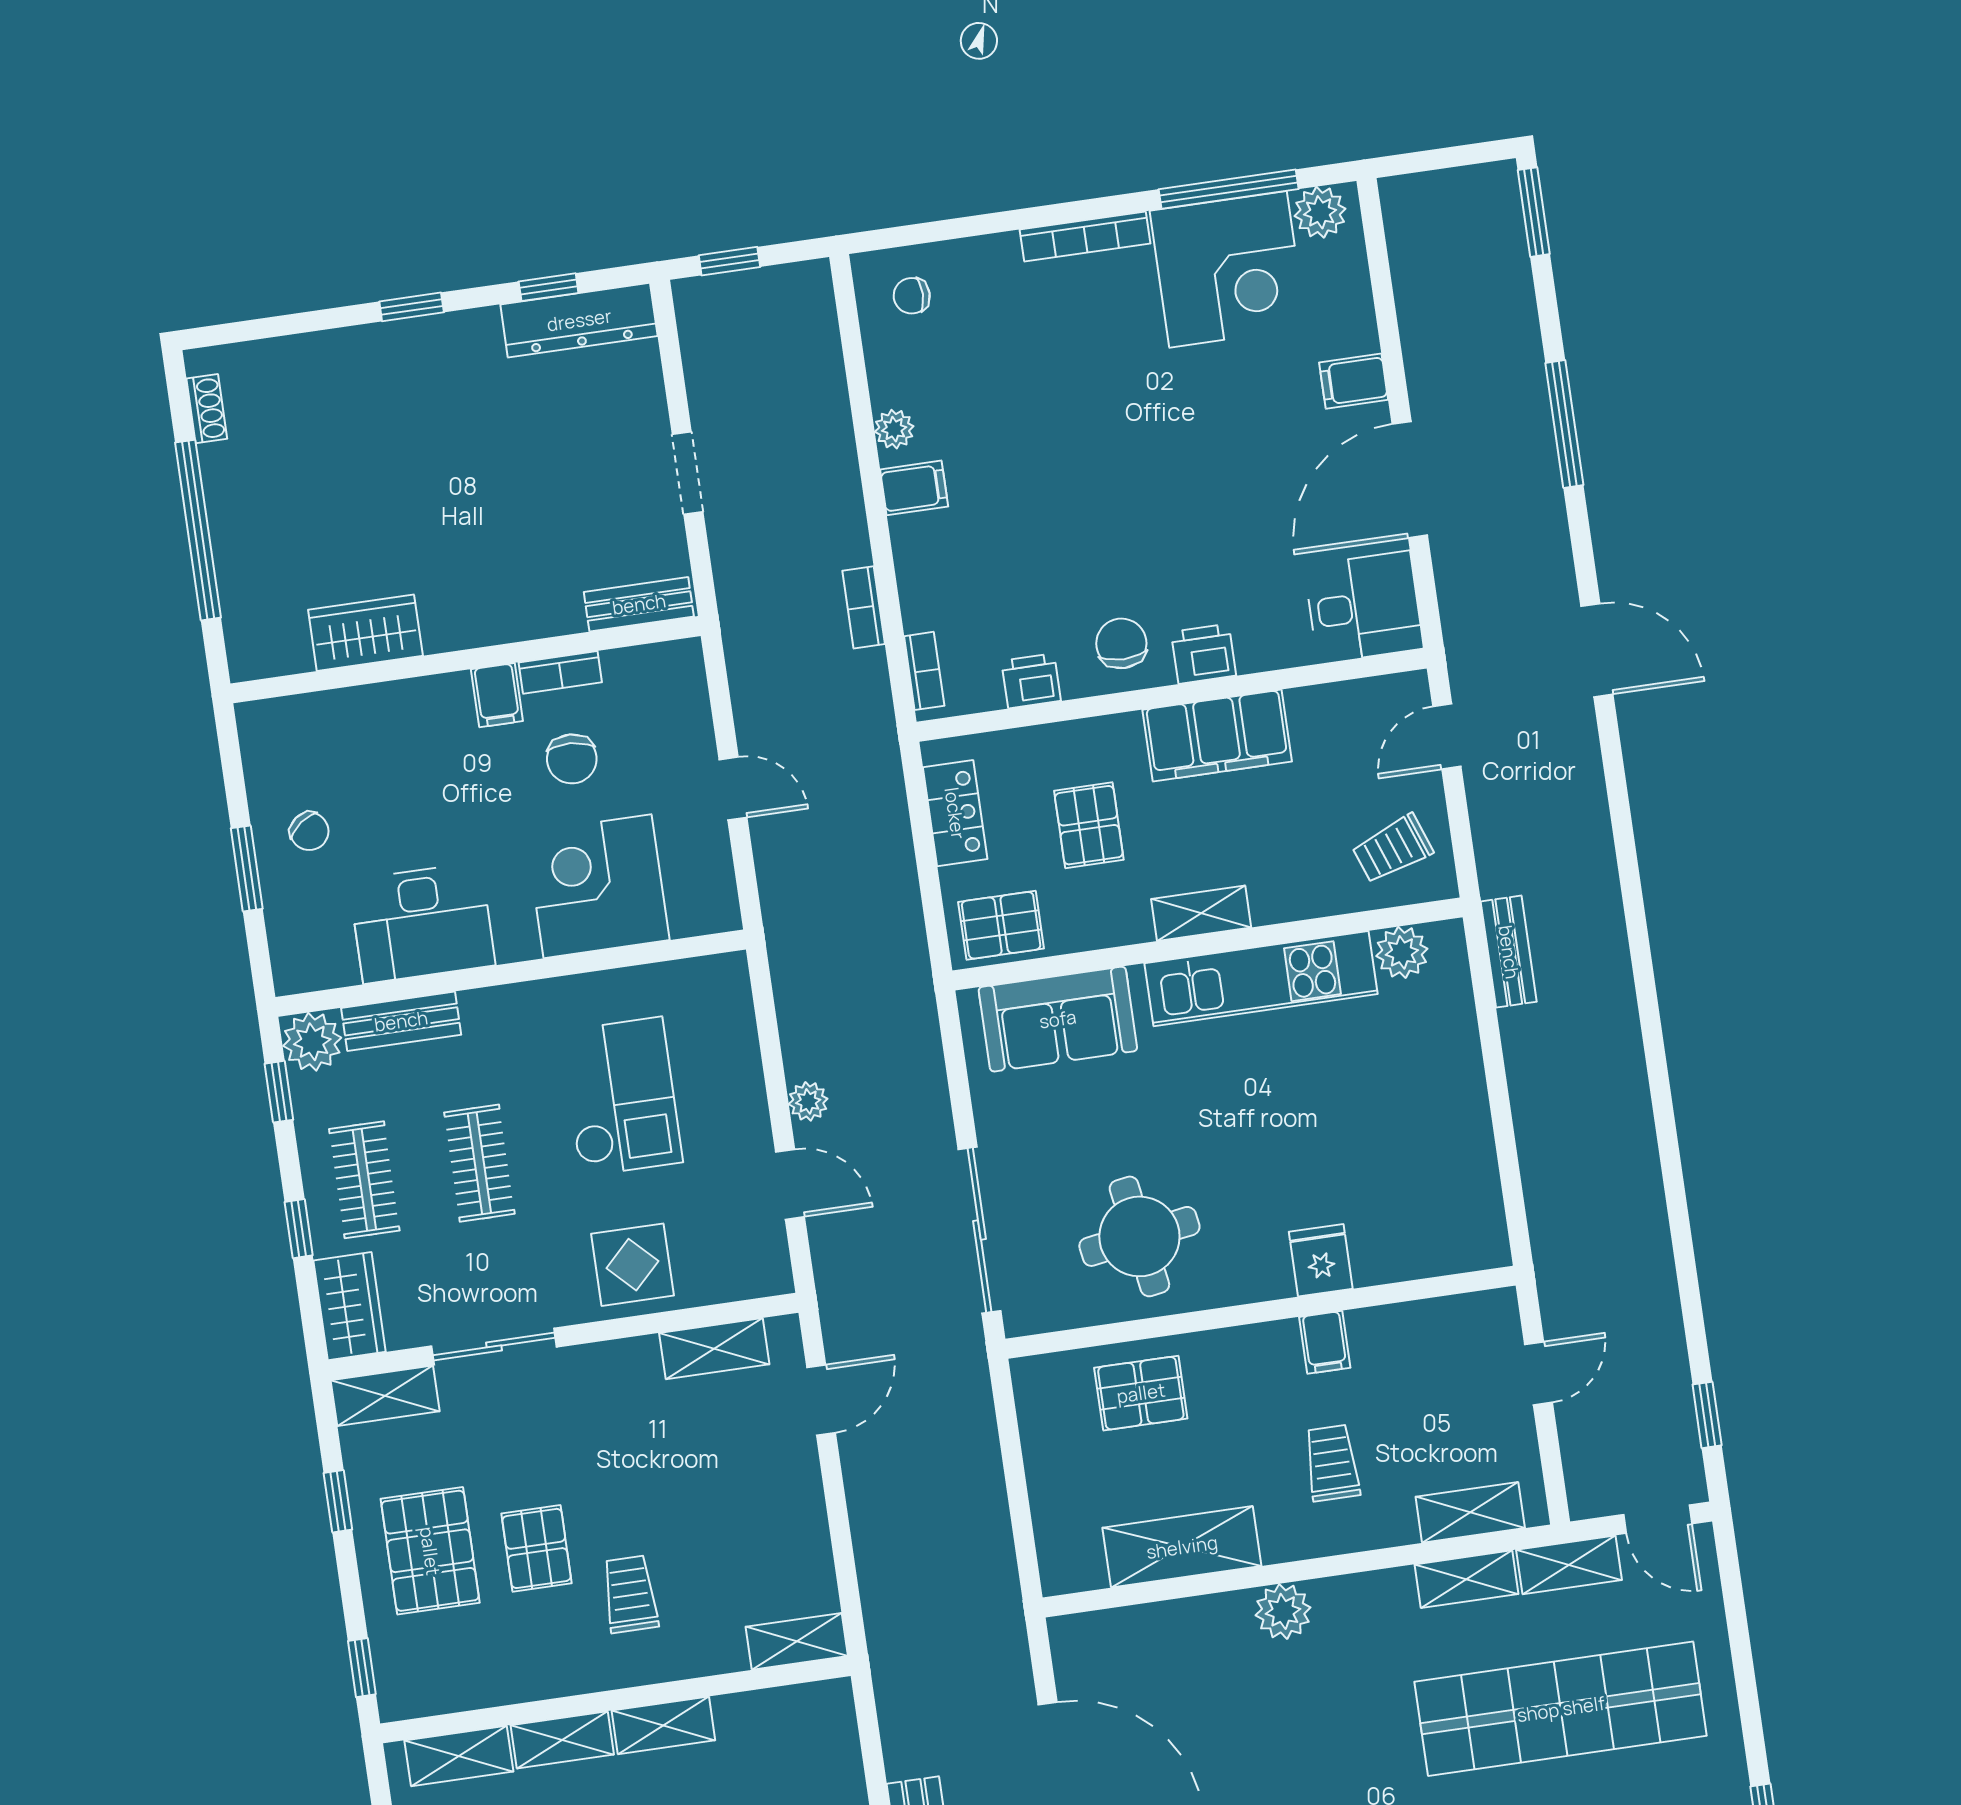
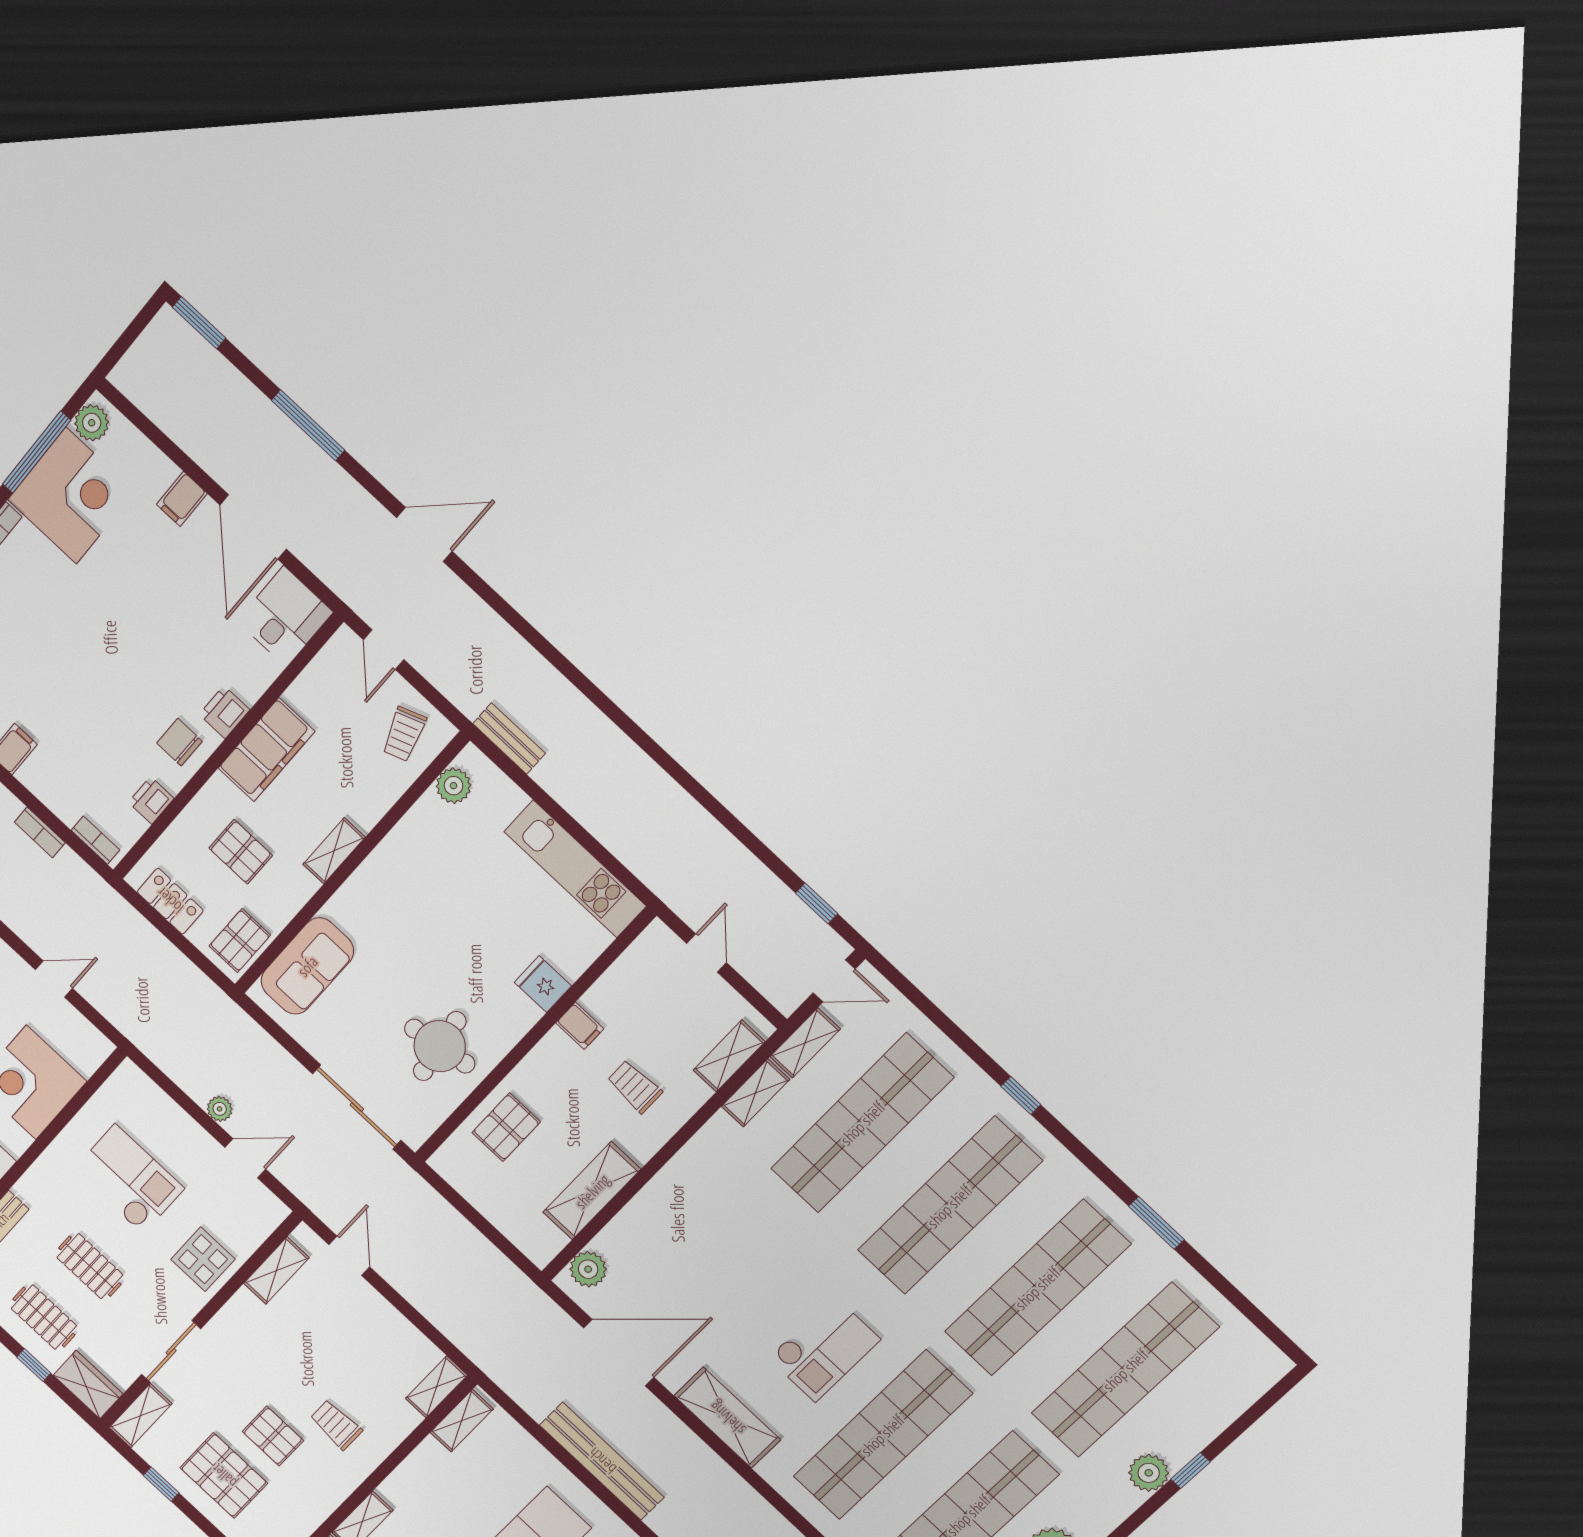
kitchen unit: (1261, 979) -> (575, 869), moved, turned 90
plant: (1283, 1611) -> (588, 1269), moved
shelving: (663, 1725) -> (462, 1421), moved

